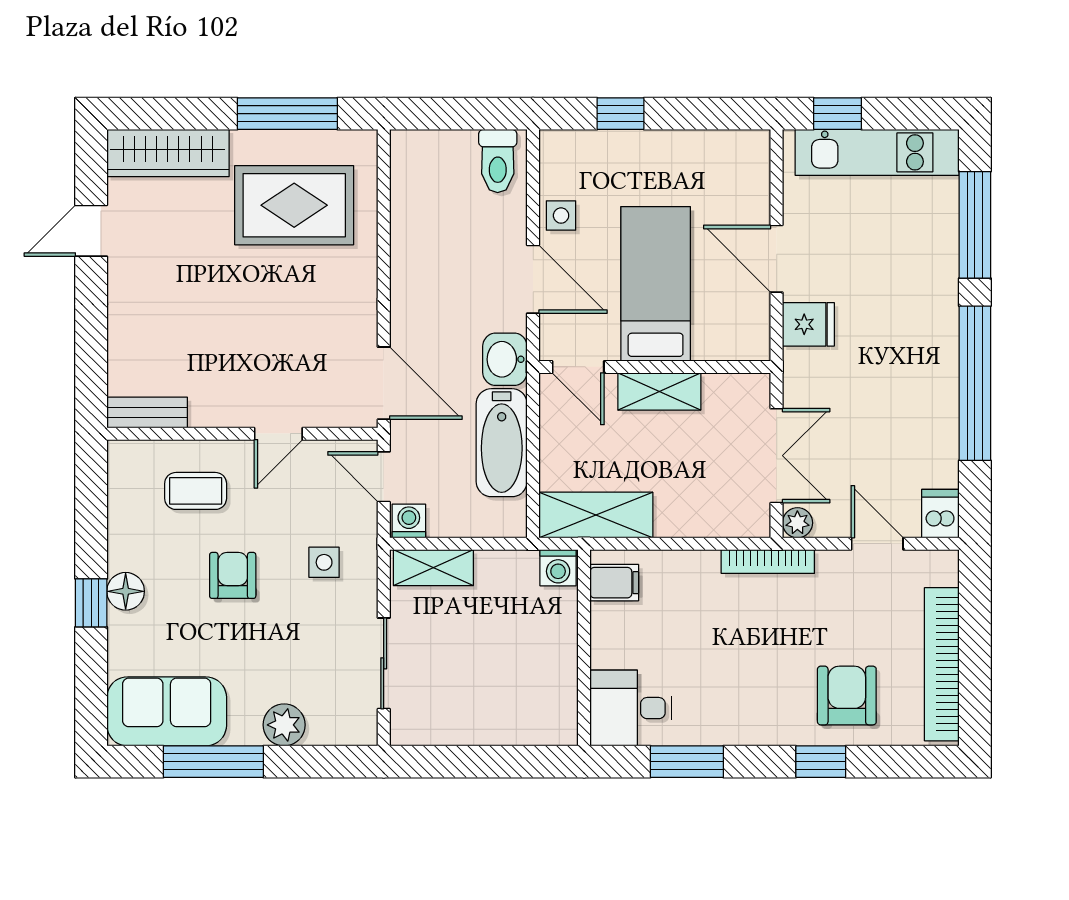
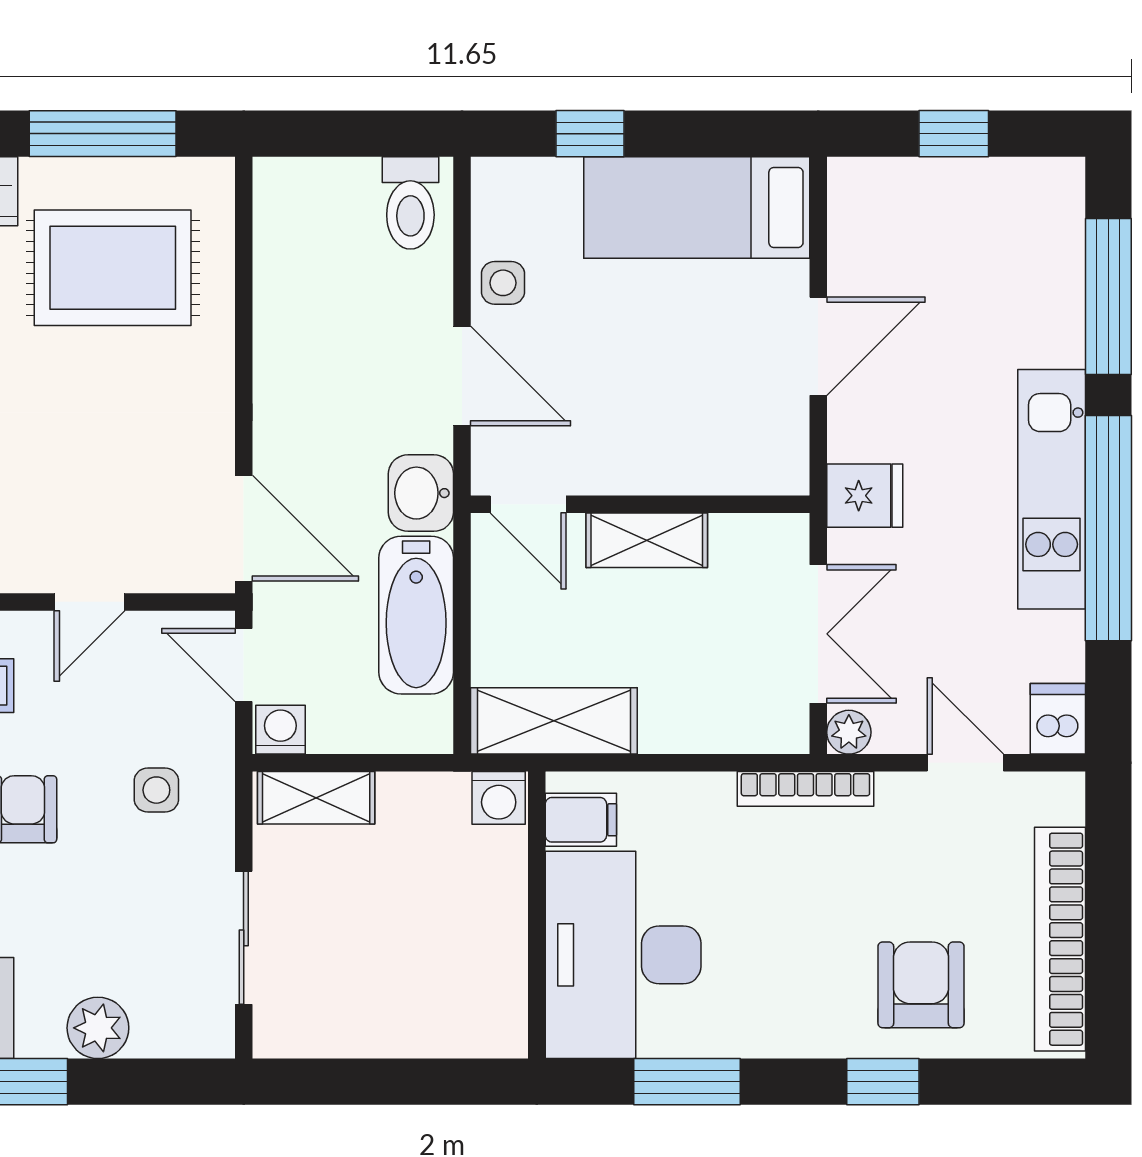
window: (837, 114) -> (954, 134), moved
kitchen unit: (877, 152) -> (1052, 489), moved, turned 90
door: (777, 259) -> (818, 346), swing flipped
bed: (656, 284) -> (697, 207), moved, turned -90
fridge: (808, 324) -> (865, 496), moved
desk: (631, 708) -> (623, 955), width x1.87, depth x1.30

